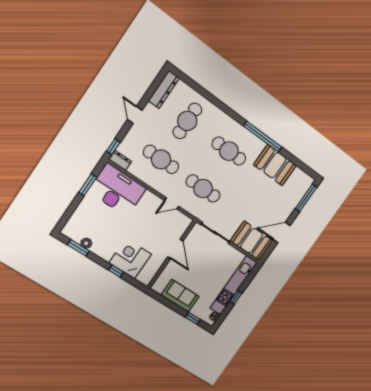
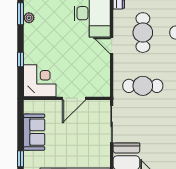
cafe table: (203, 189) -> (143, 86), turned 90
door: (172, 203) -> (112, 46), moved
corner desk: (130, 259) -> (40, 81), moved

